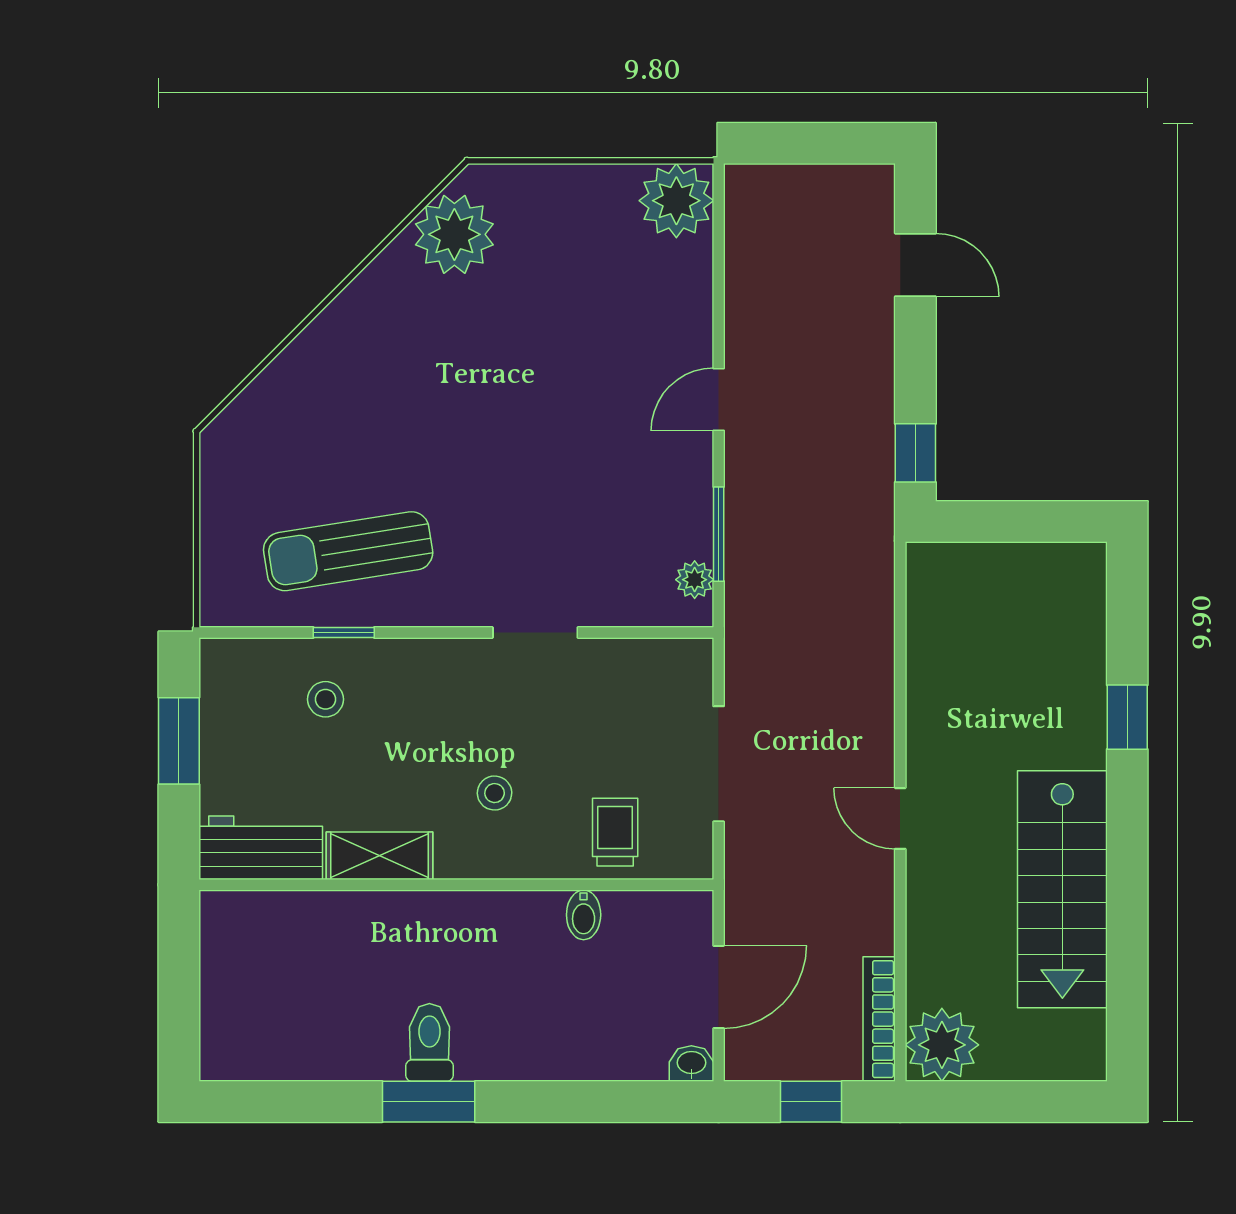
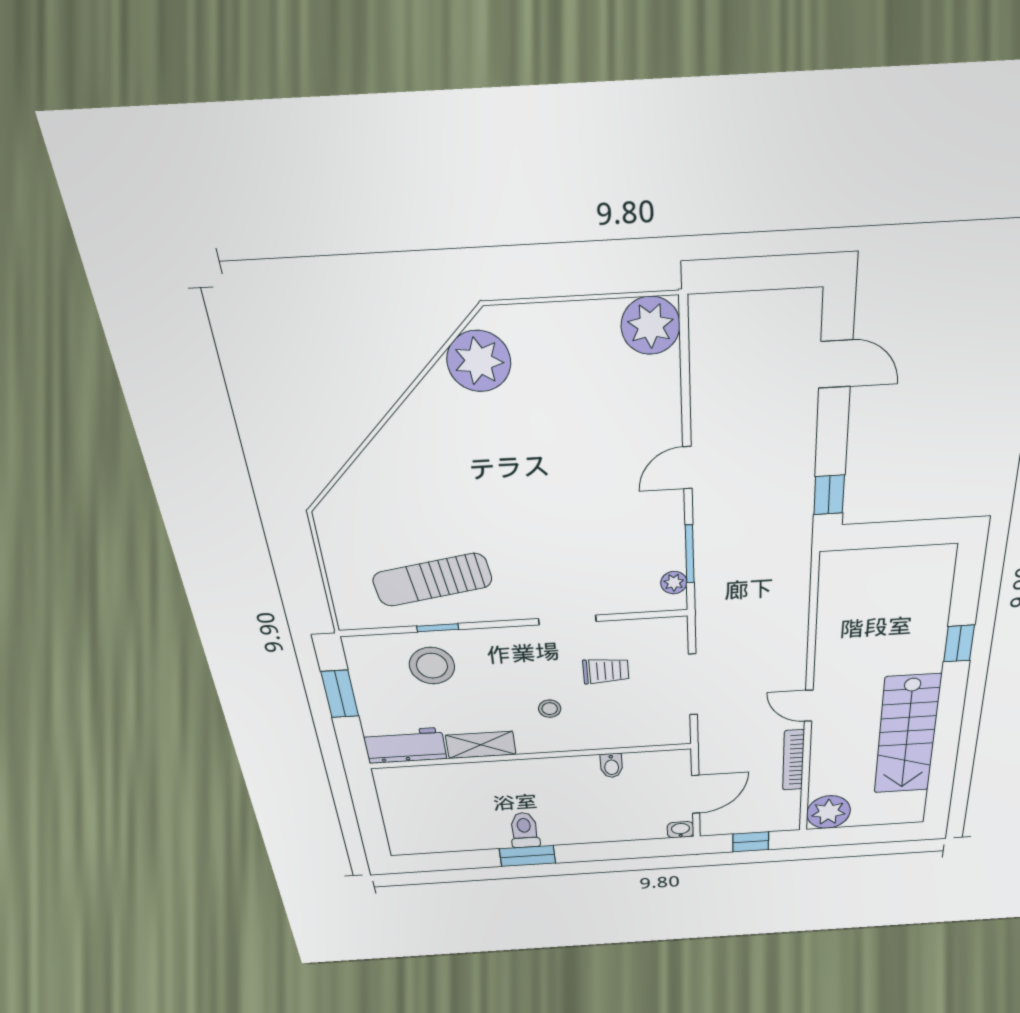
stool: (325, 699) -> (432, 666), width x1.89, depth x1.89
trolley: (615, 832) -> (606, 671), moved, turned 90
bookcase: (879, 1019) -> (793, 760), moved

